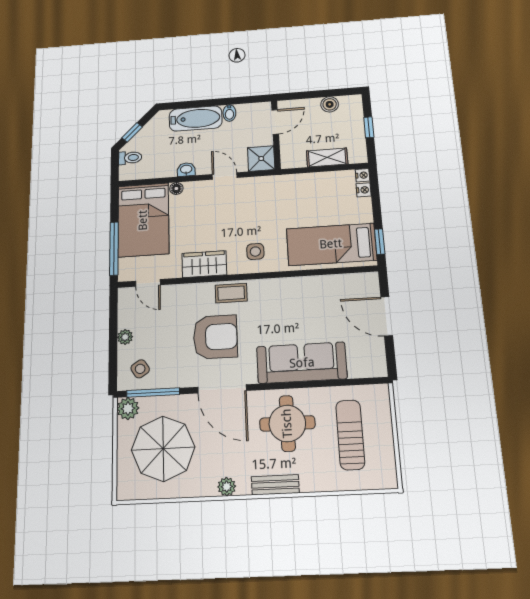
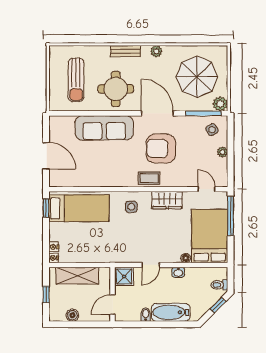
shelving: (327, 158) -> (77, 276), width x1.50, depth x1.33
door: (225, 176) -> (151, 265), hinge flipped

